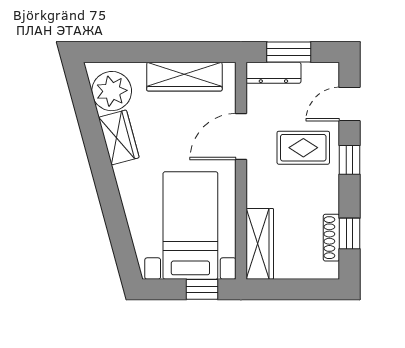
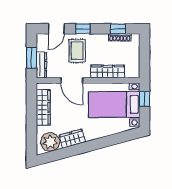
door: (350, 104) -> (56, 29), hinge flipped
wardrobe: (260, 244) -> (108, 72), moved

